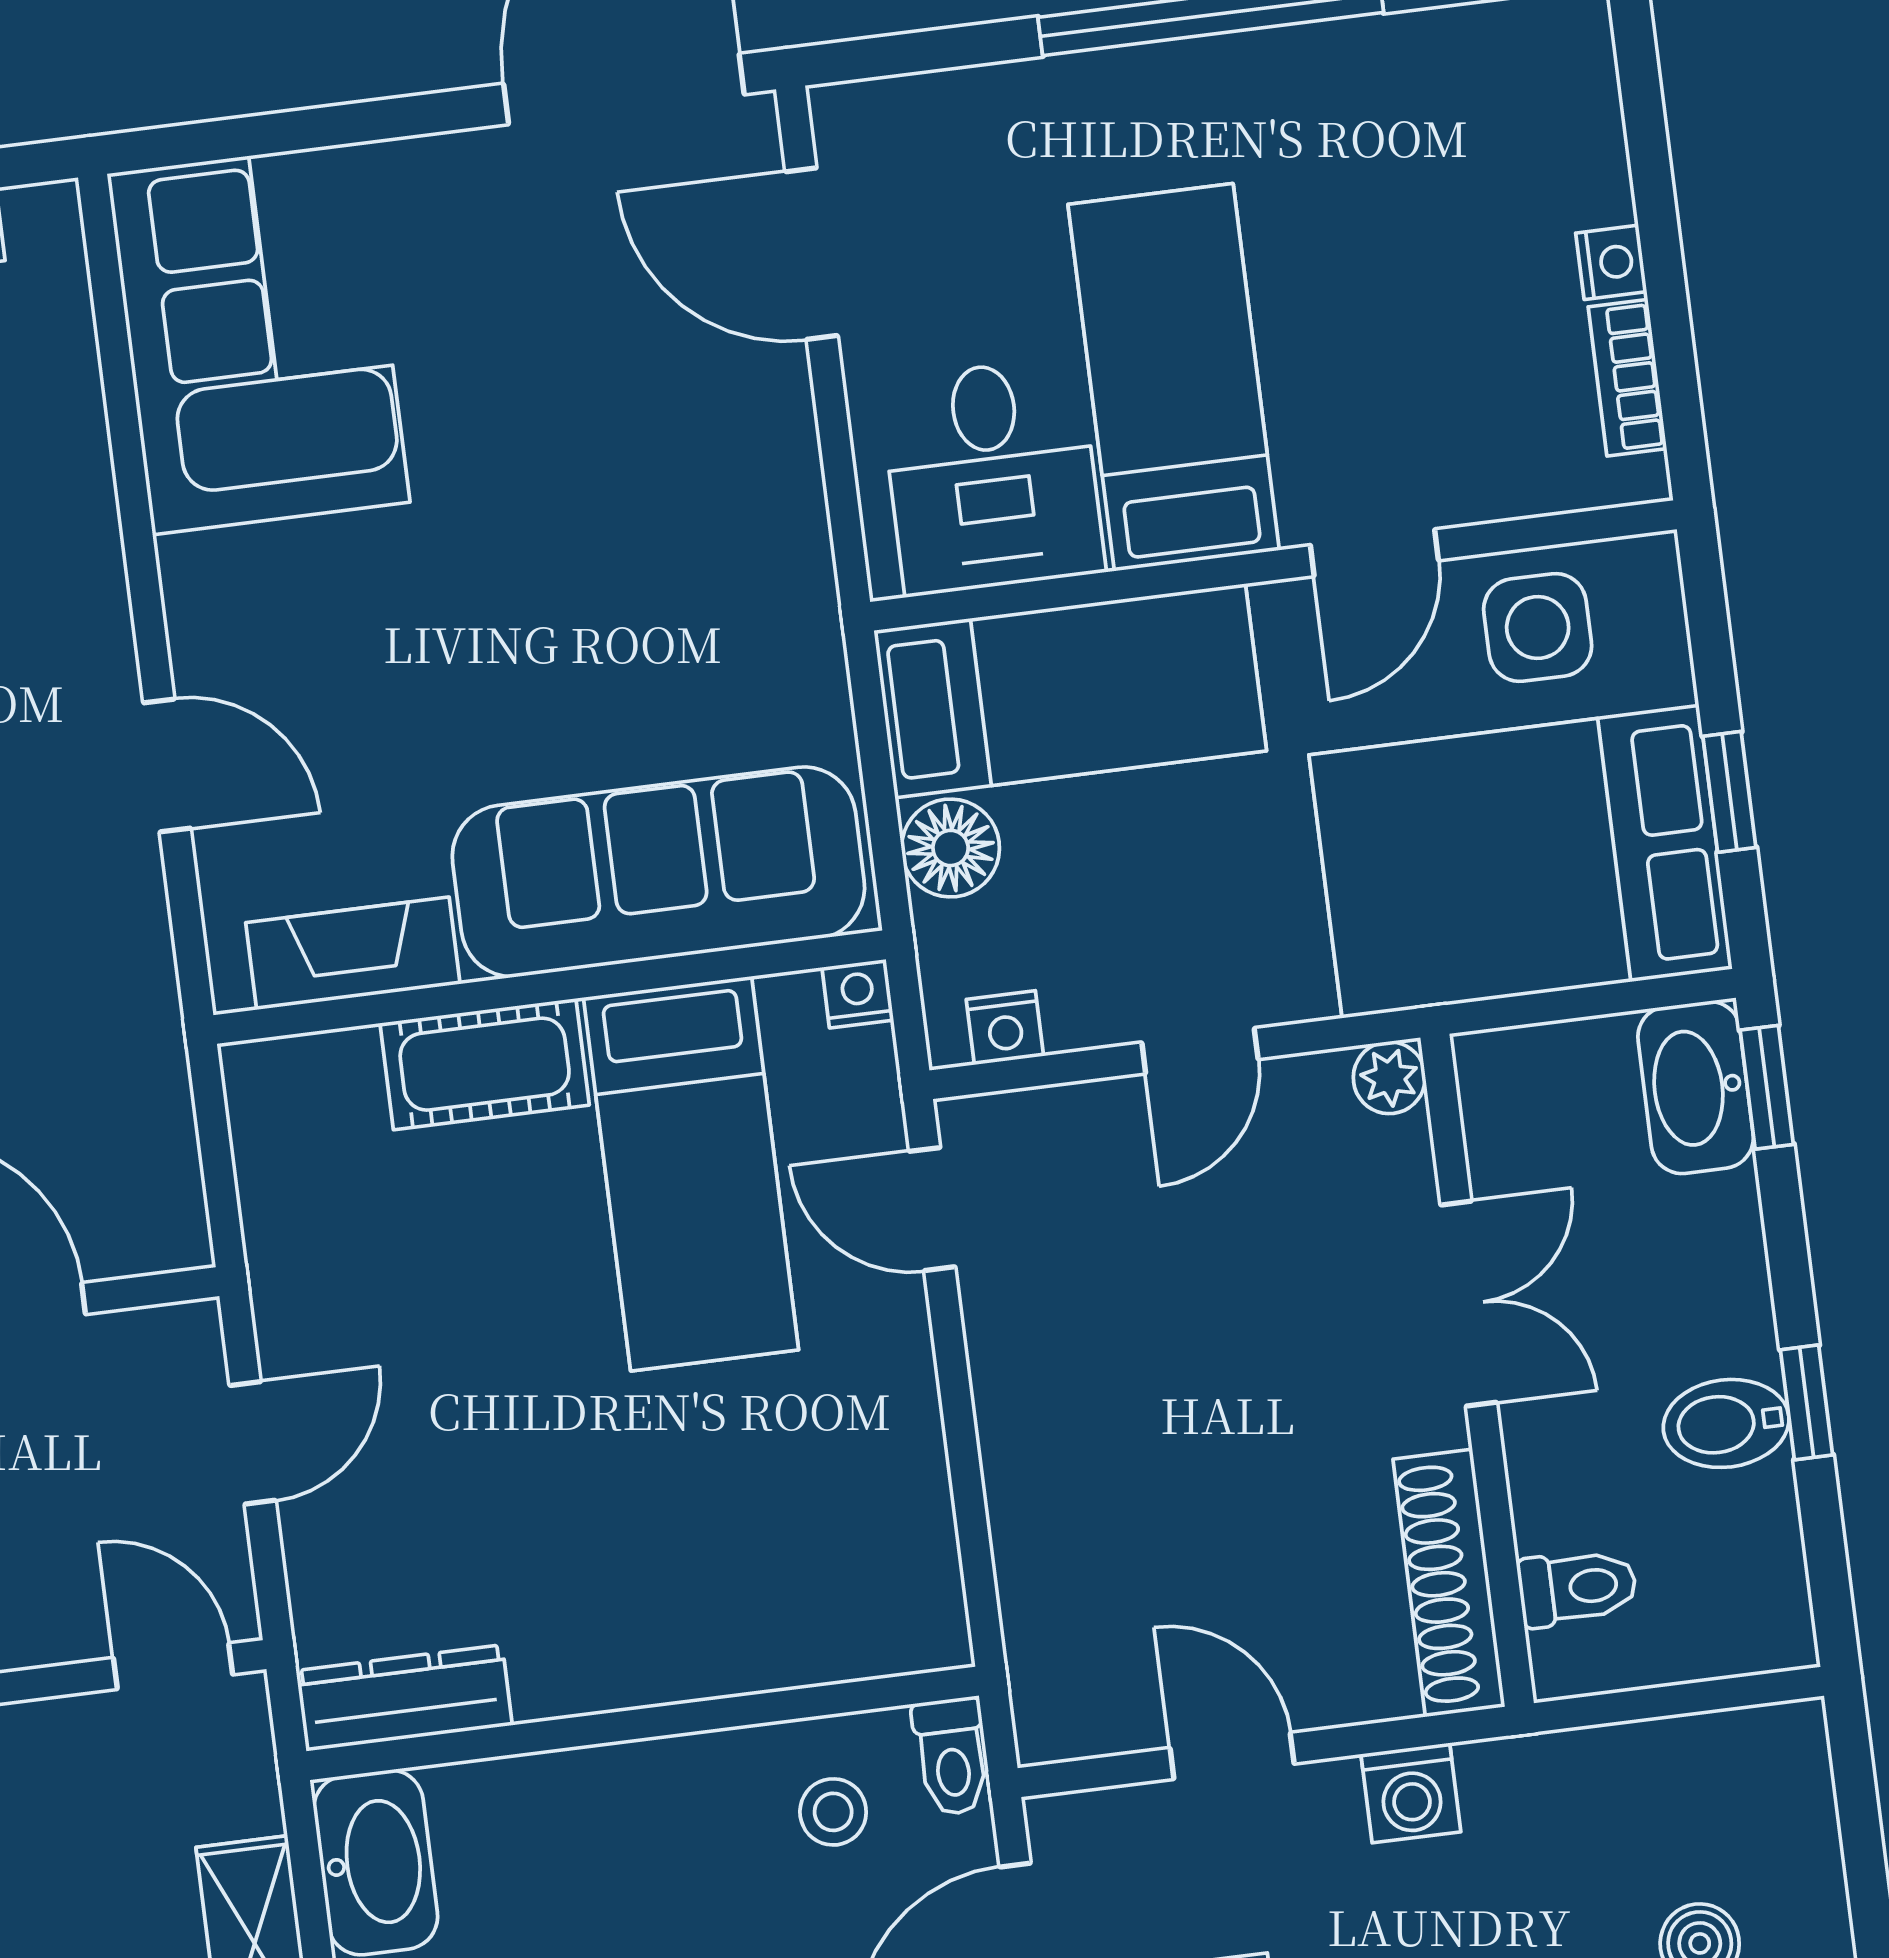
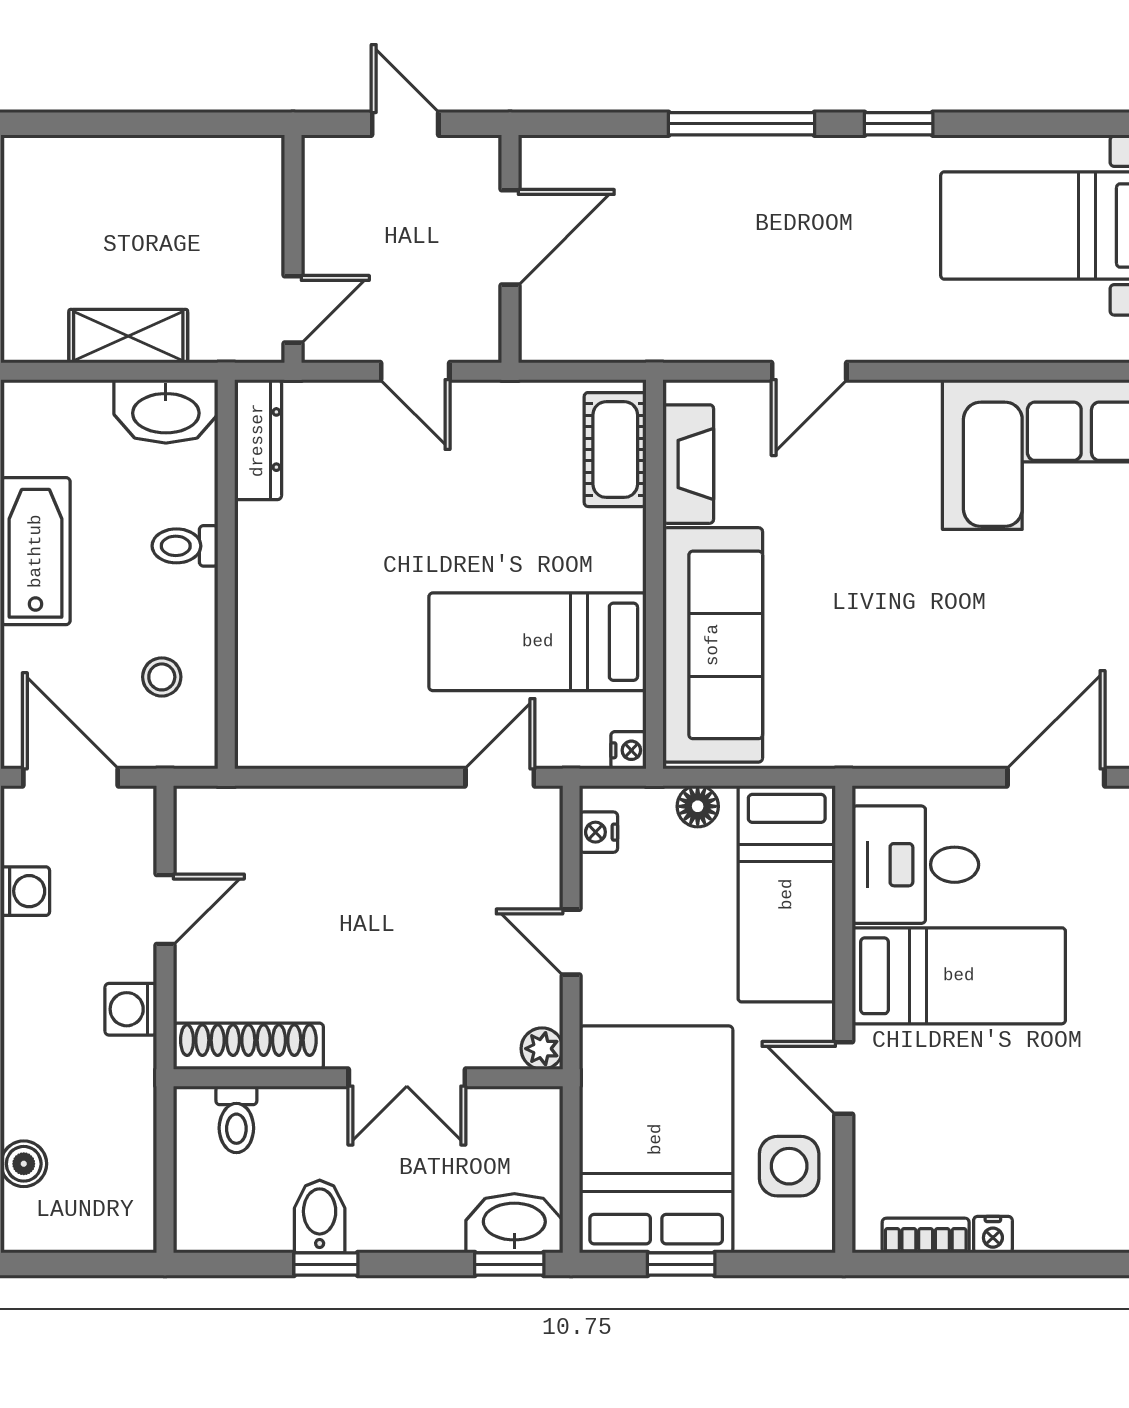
floor lamp: (951, 848) -> (698, 806), width x0.73, depth x0.73
cot: (485, 1064) -> (615, 450), moved
toilet: (951, 1756) -> (185, 546), moved

